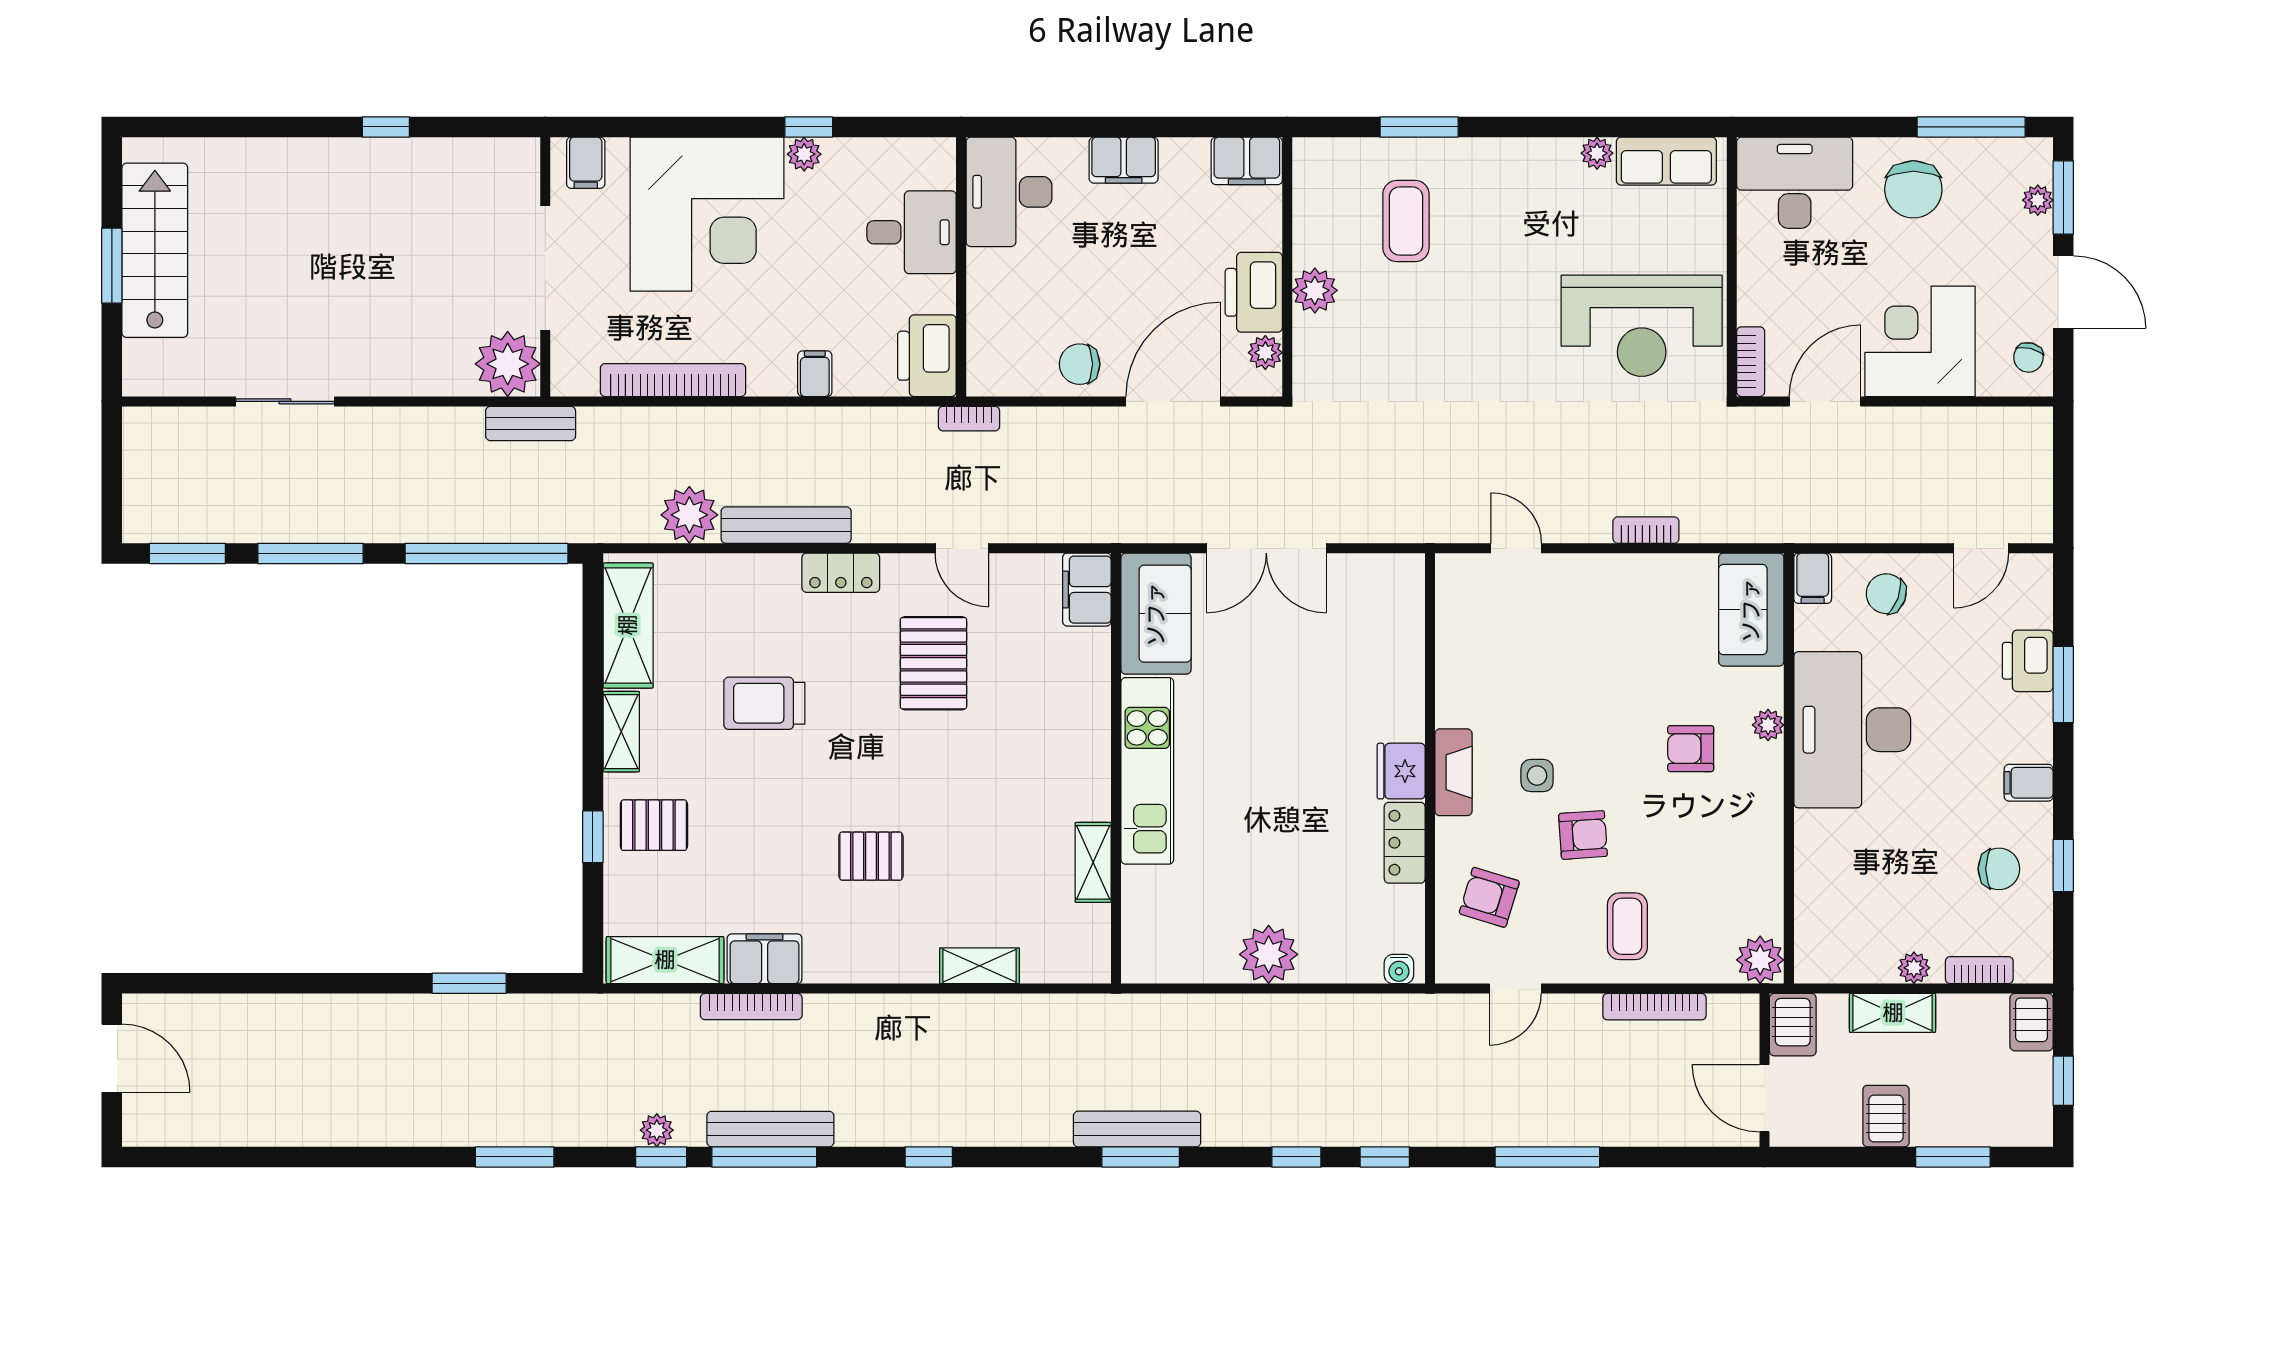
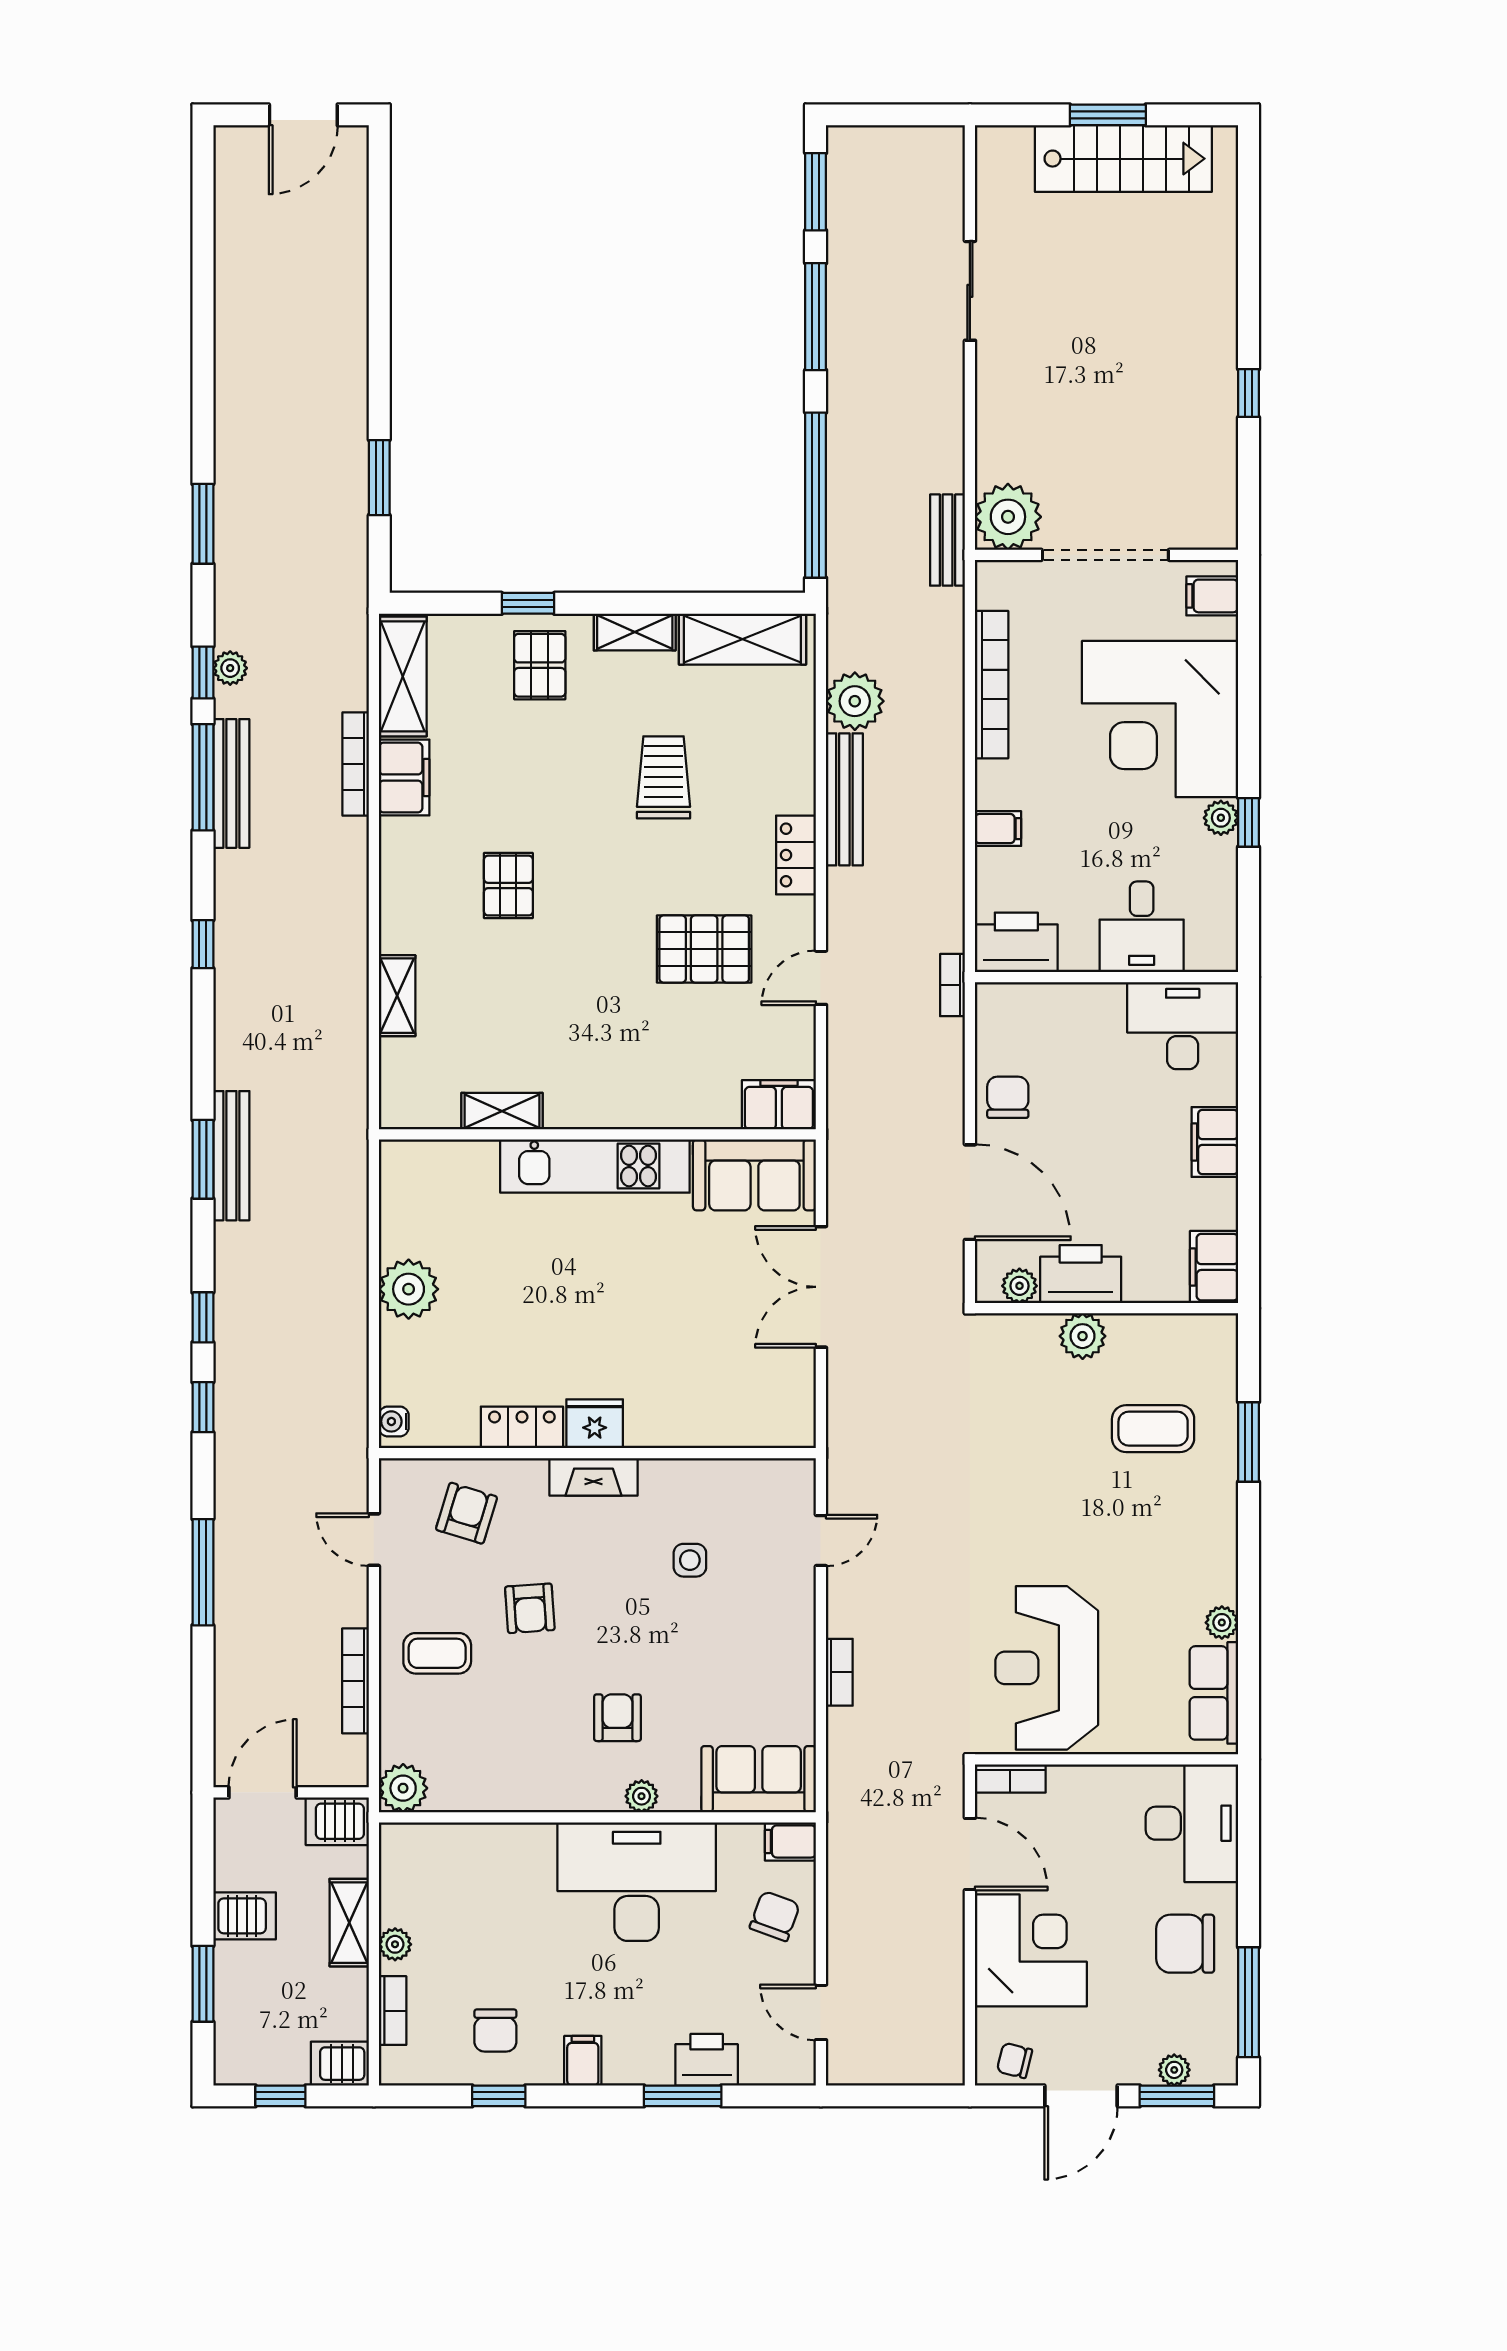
side table: (1537, 776) -> (690, 1560), moved

